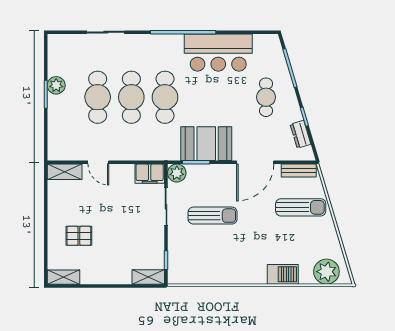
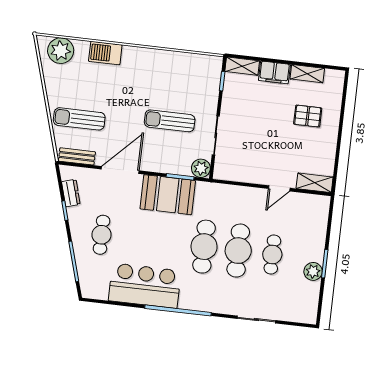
cafe table: (98, 97) -> (272, 254), width x0.73, depth x0.74
door: (98, 162) -> (279, 188), swing flipped
filing cabinet: (150, 174) -> (274, 72), moved, turned 180
shelving: (63, 277) -> (307, 74), moved

